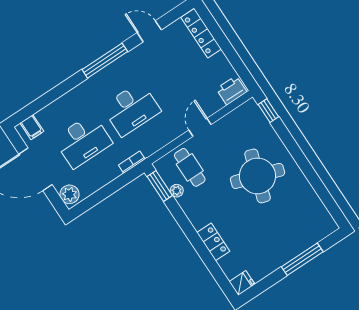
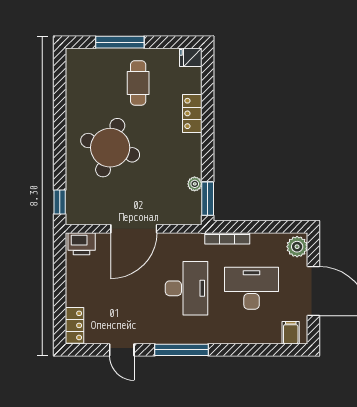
locker: (201, 33) -> (75, 325), width x0.66
desk: (131, 109) -> (187, 288), turned 90
door: (200, 127) -> (134, 229), width x1.88
bookcase: (132, 162) -> (227, 238), width x1.56
cafe table: (190, 167) -> (138, 83), moved

